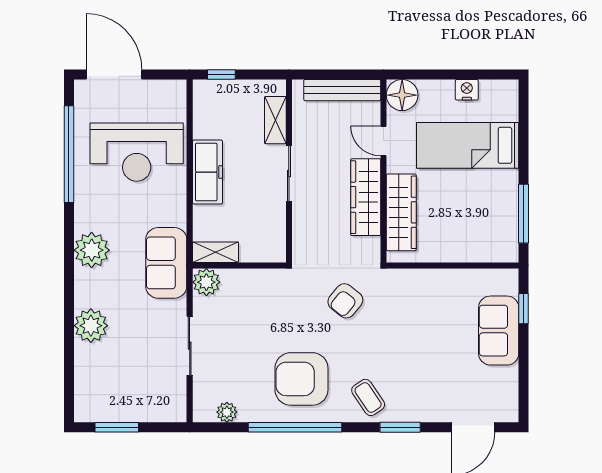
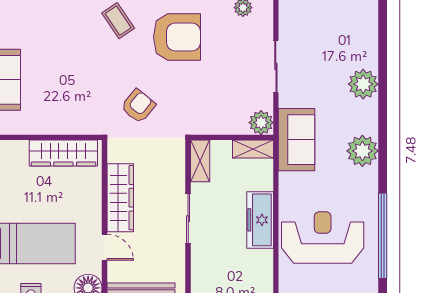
shelving: (275, 120) -> (200, 161), moved
wardrobe: (401, 212) -> (63, 153), moved, turned -90

